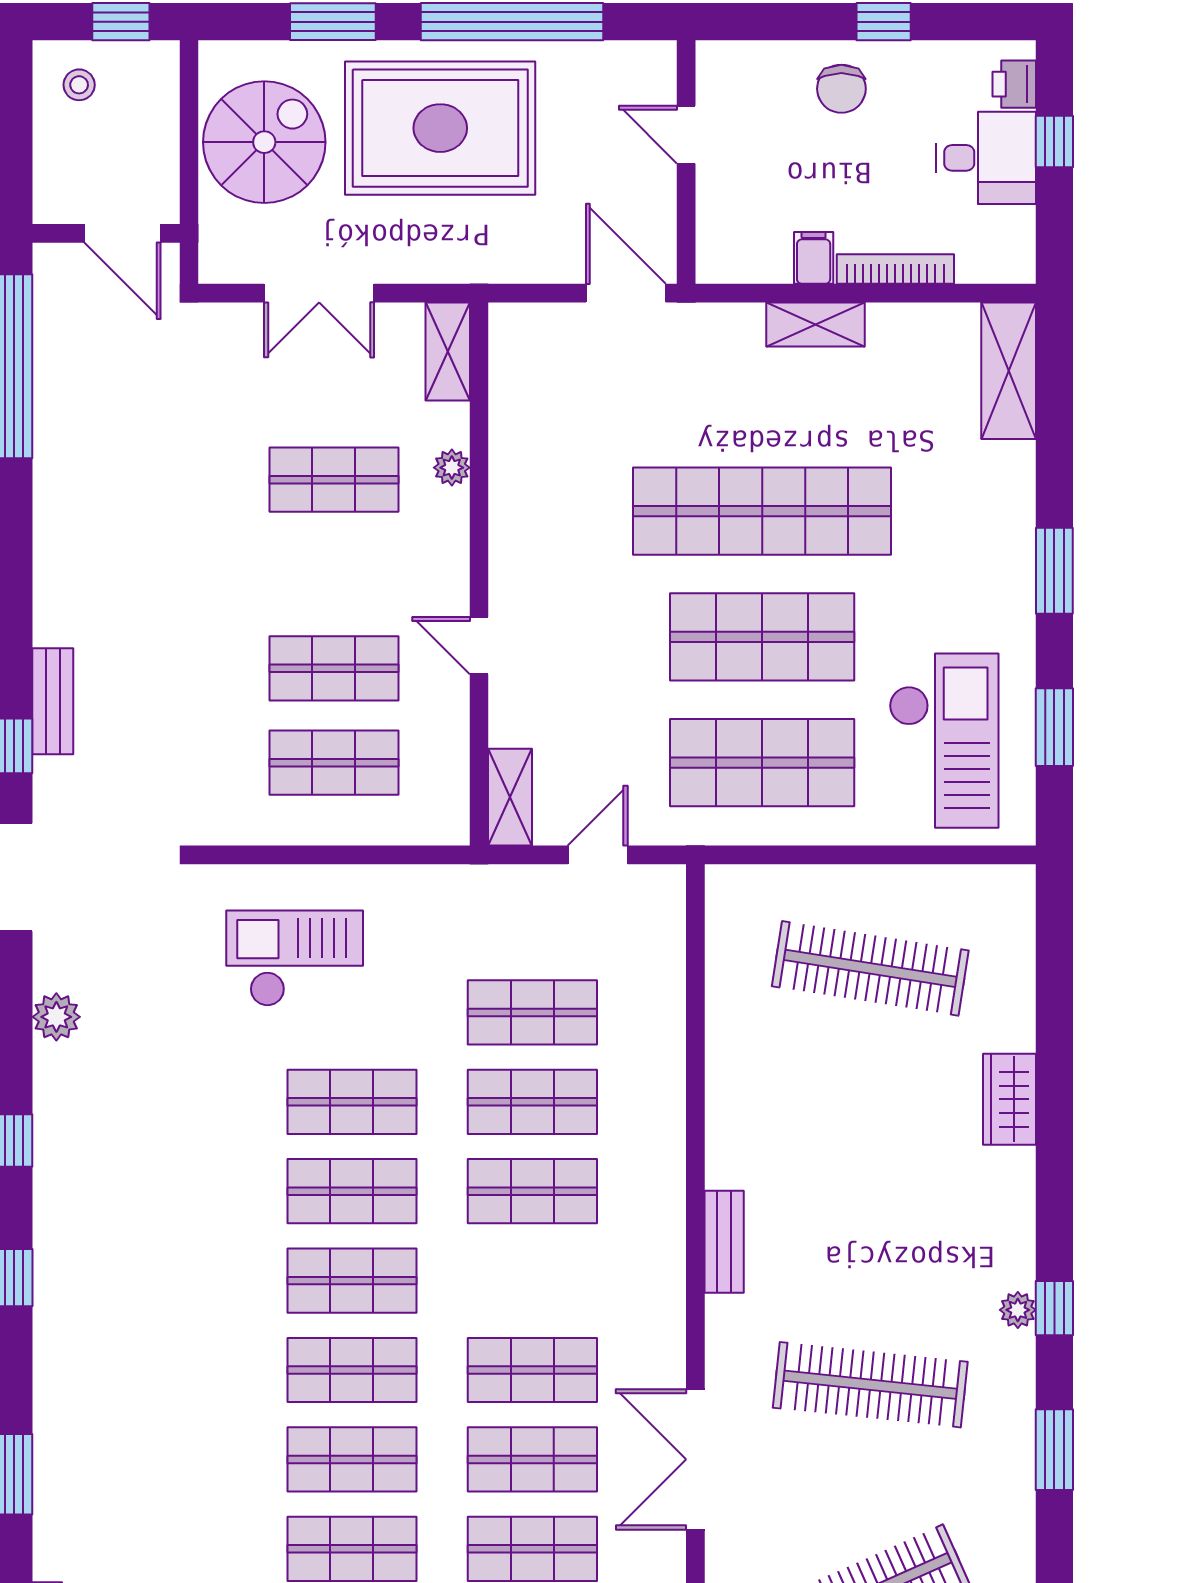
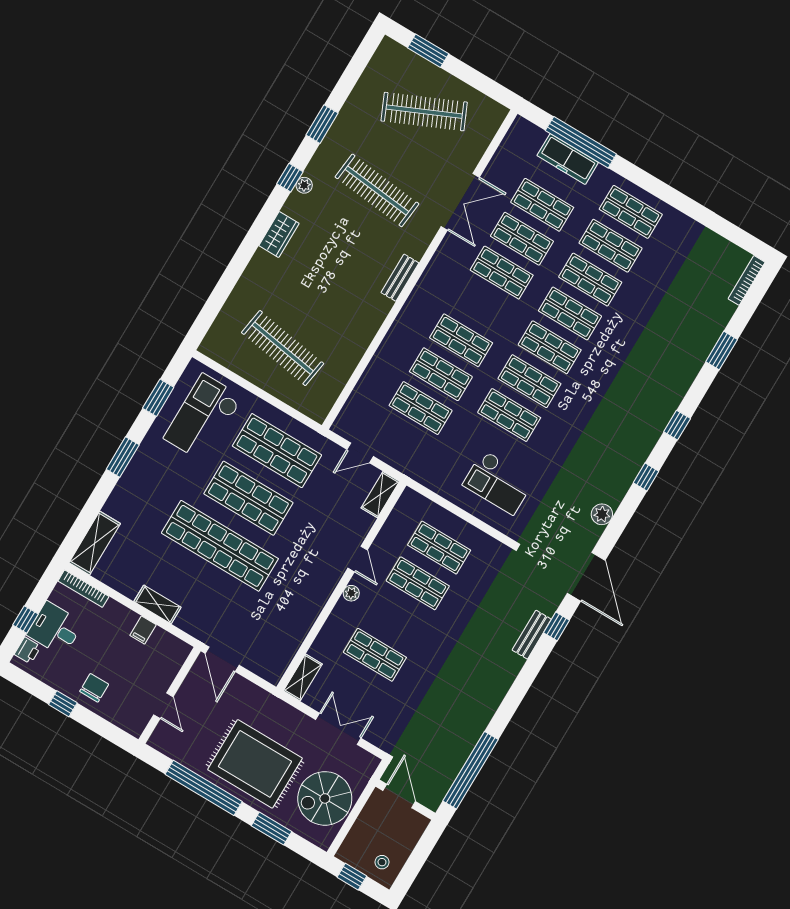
bookcase: (895, 269) -> (83, 589), moved
plant: (452, 468) -> (351, 593), moved
wardrobe: (1010, 1099) -> (279, 234), moved

